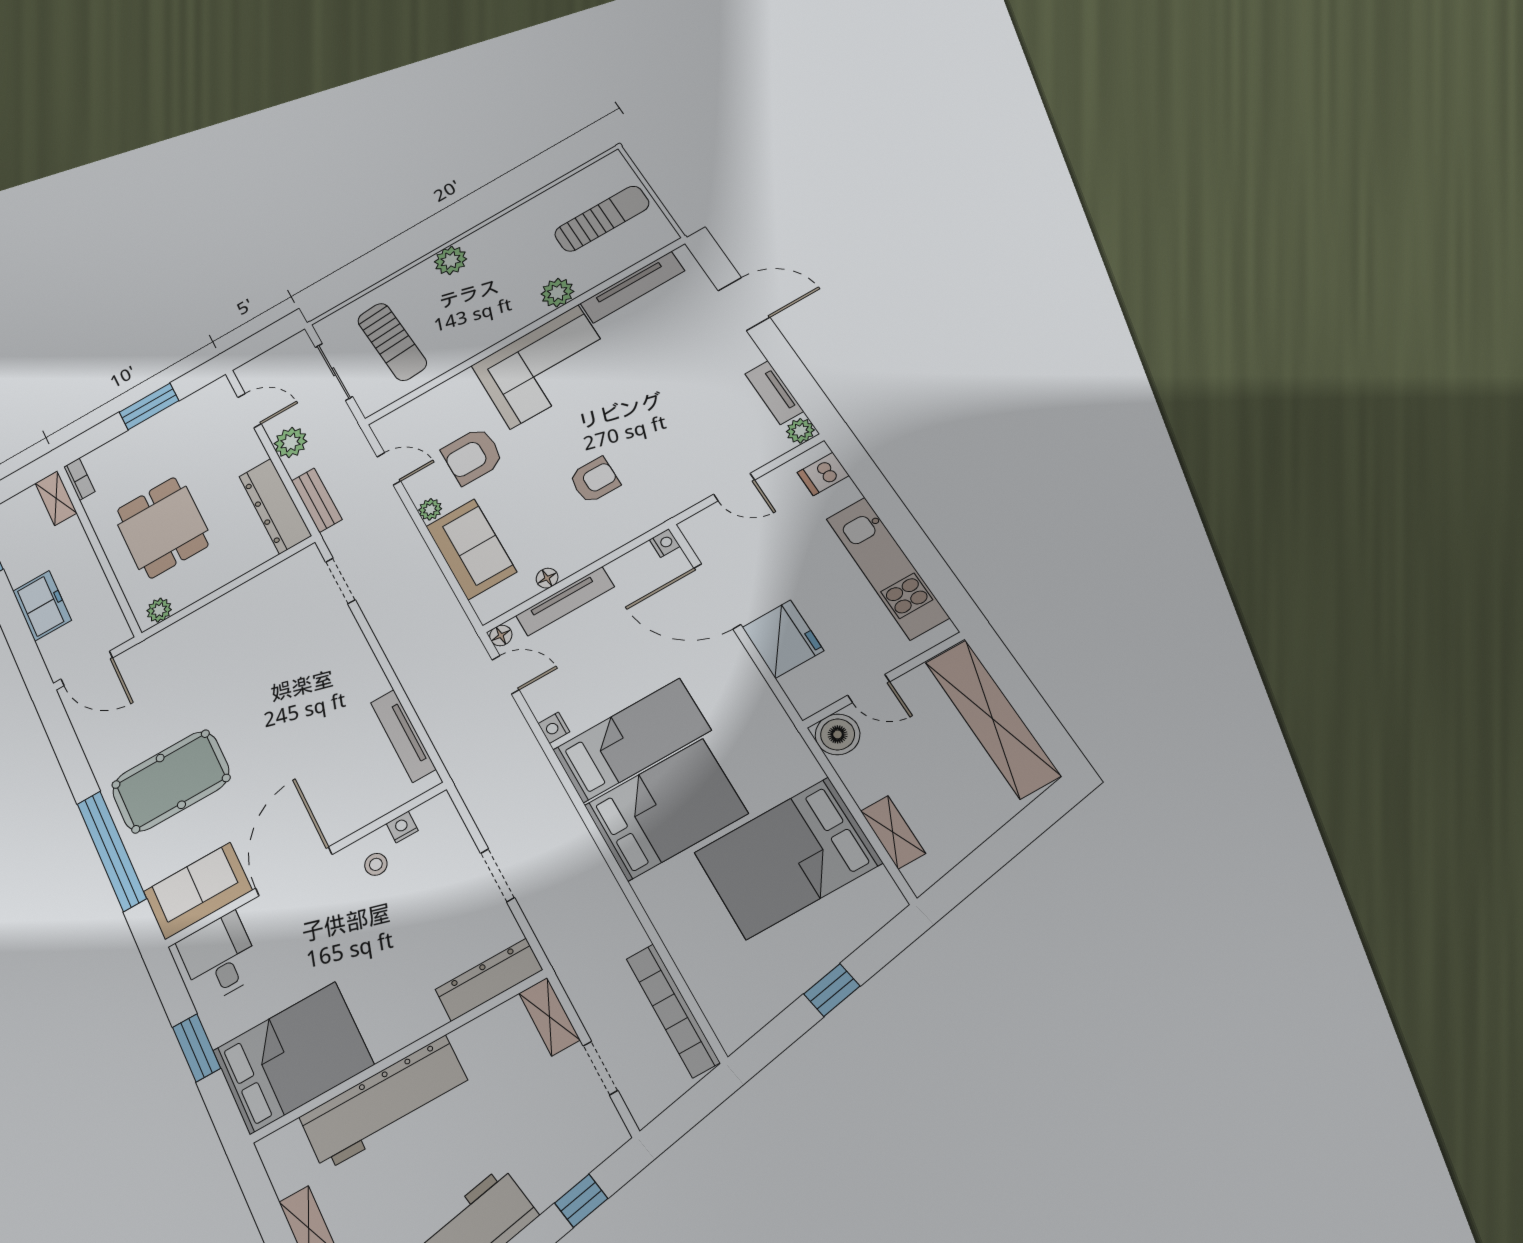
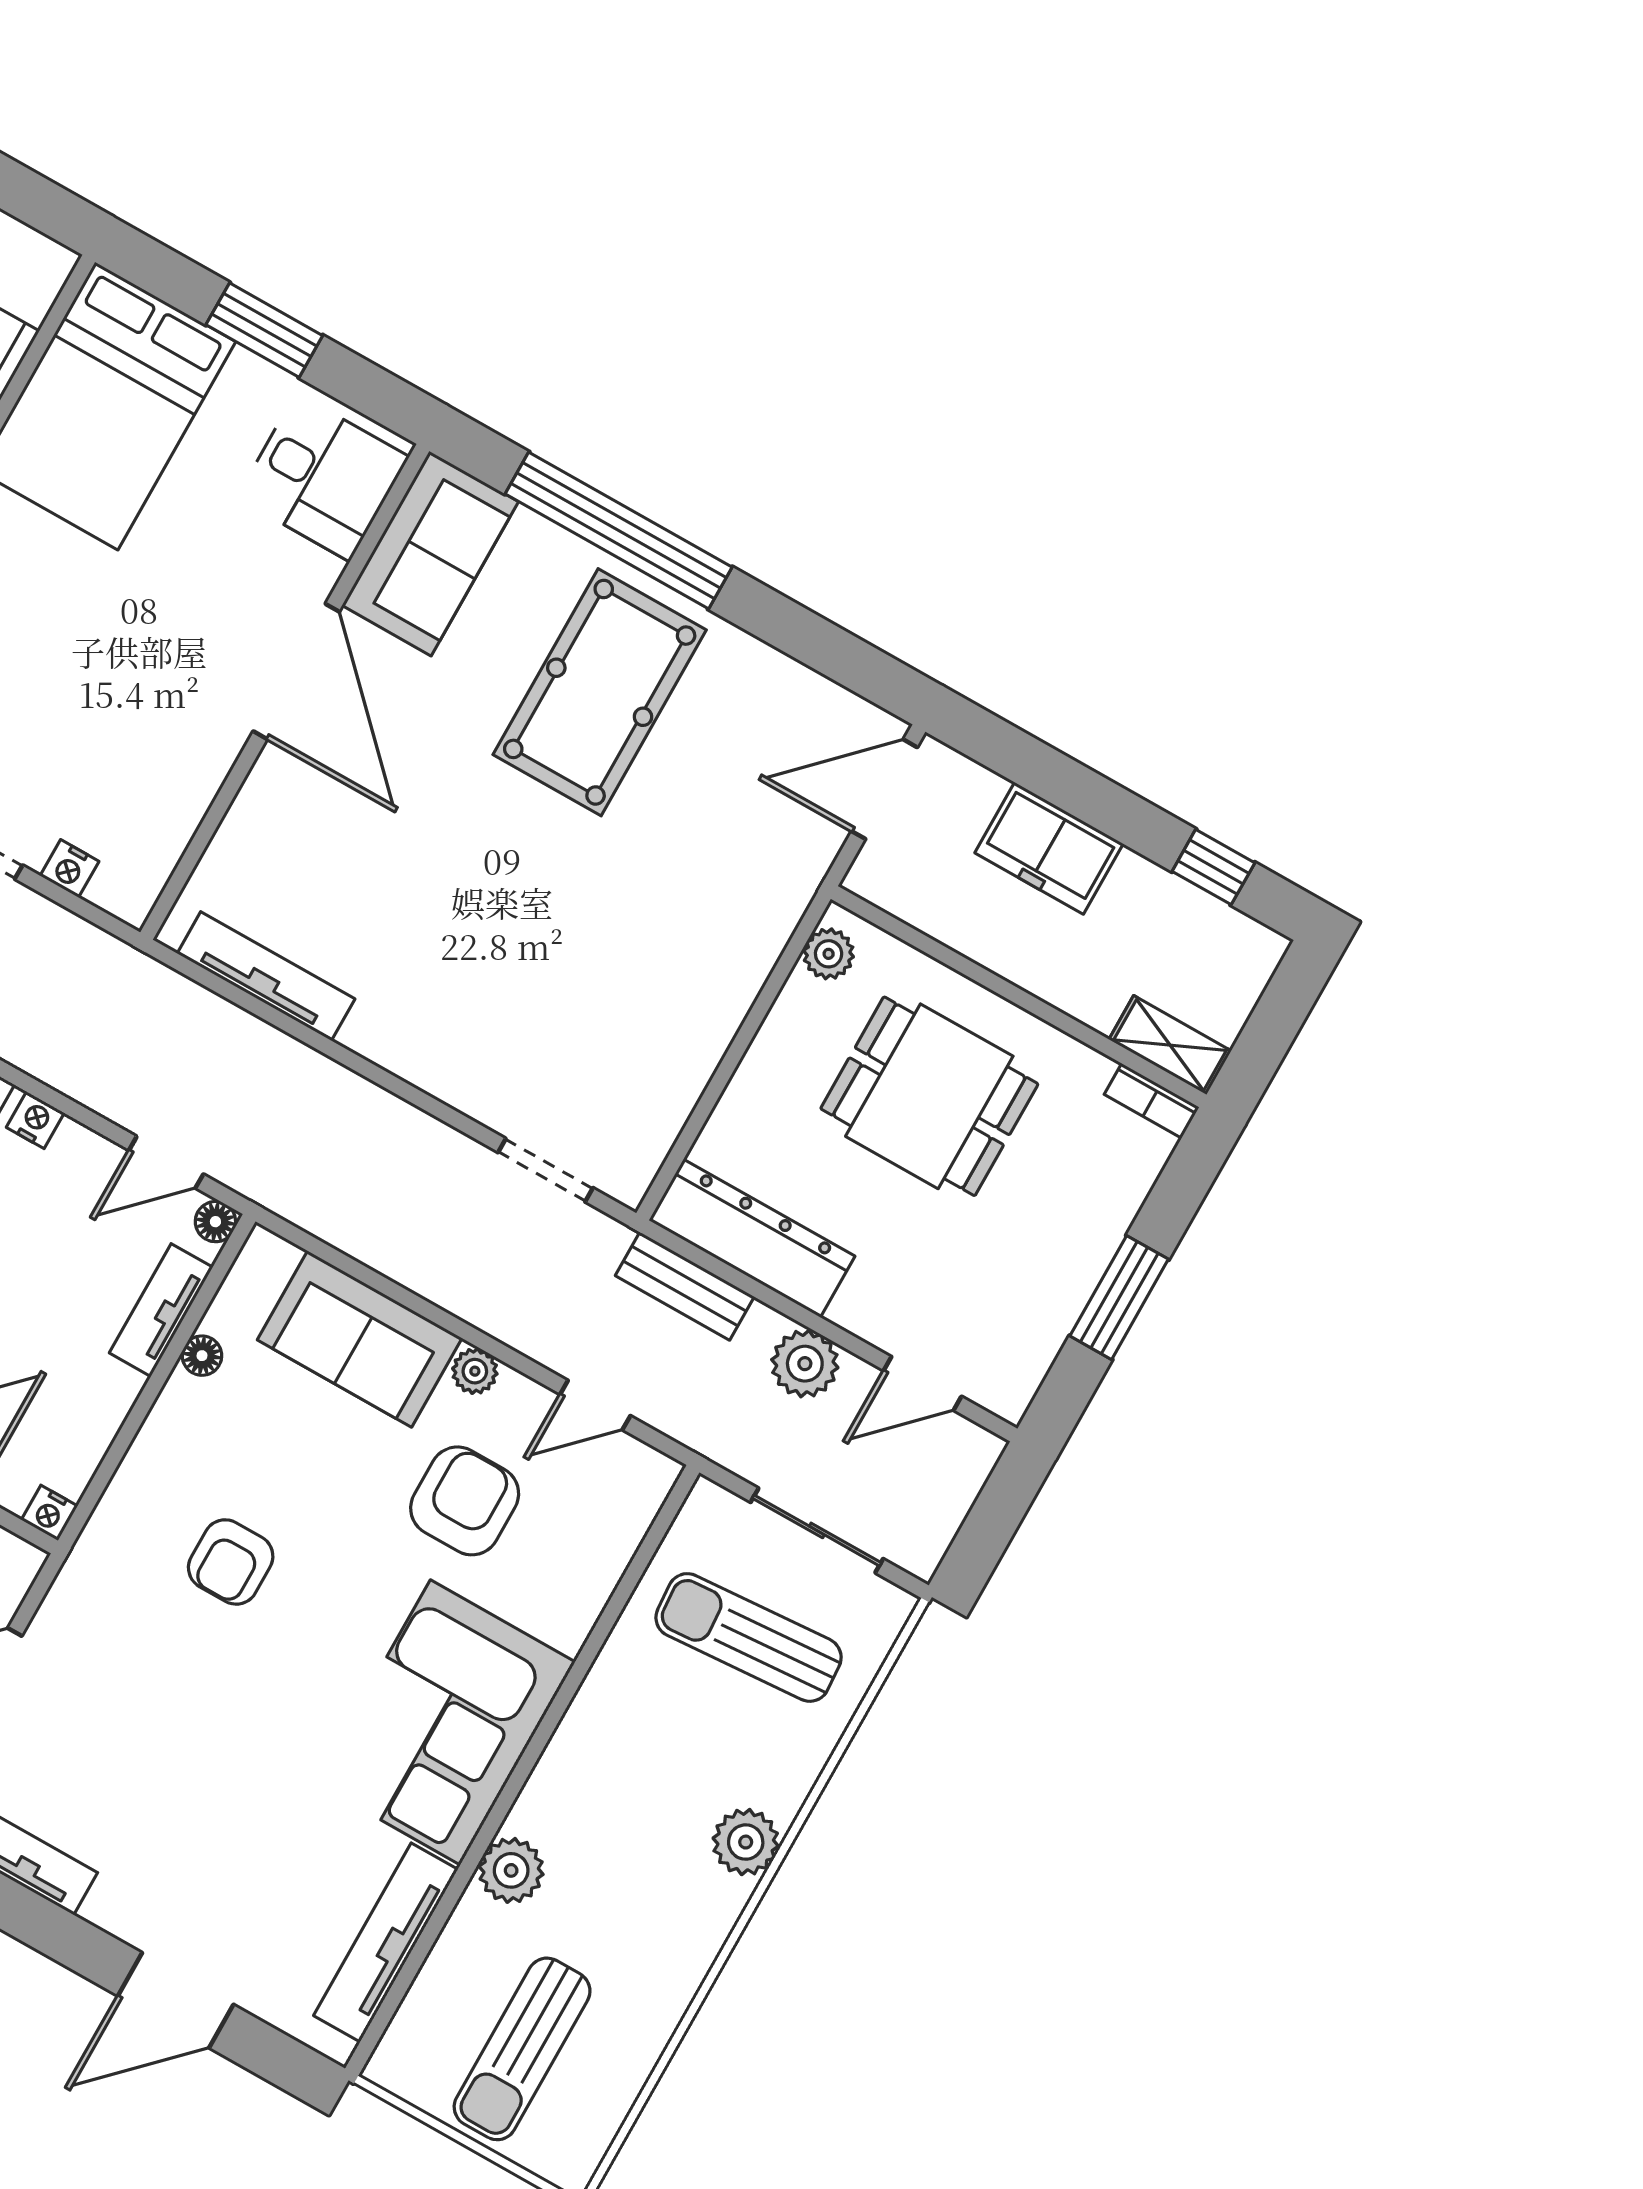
tv unit: (565, 601) -> (161, 1310), width x0.71
nightstand: (402, 827) -> (69, 869), moved, turned 90
stool: (376, 864) -> (174, 756), removed

